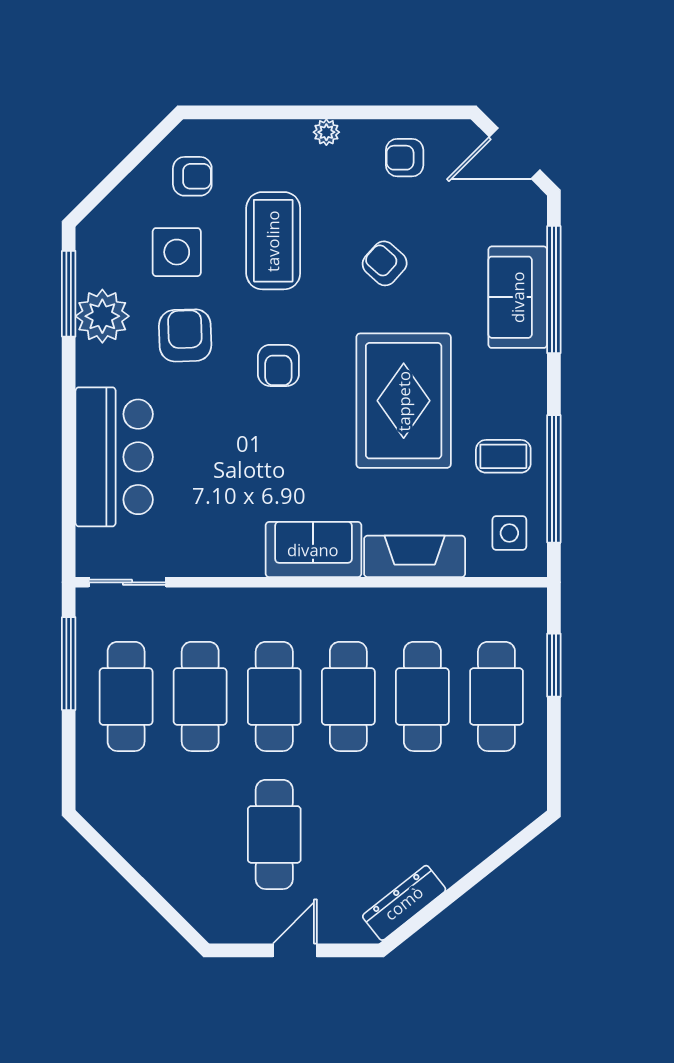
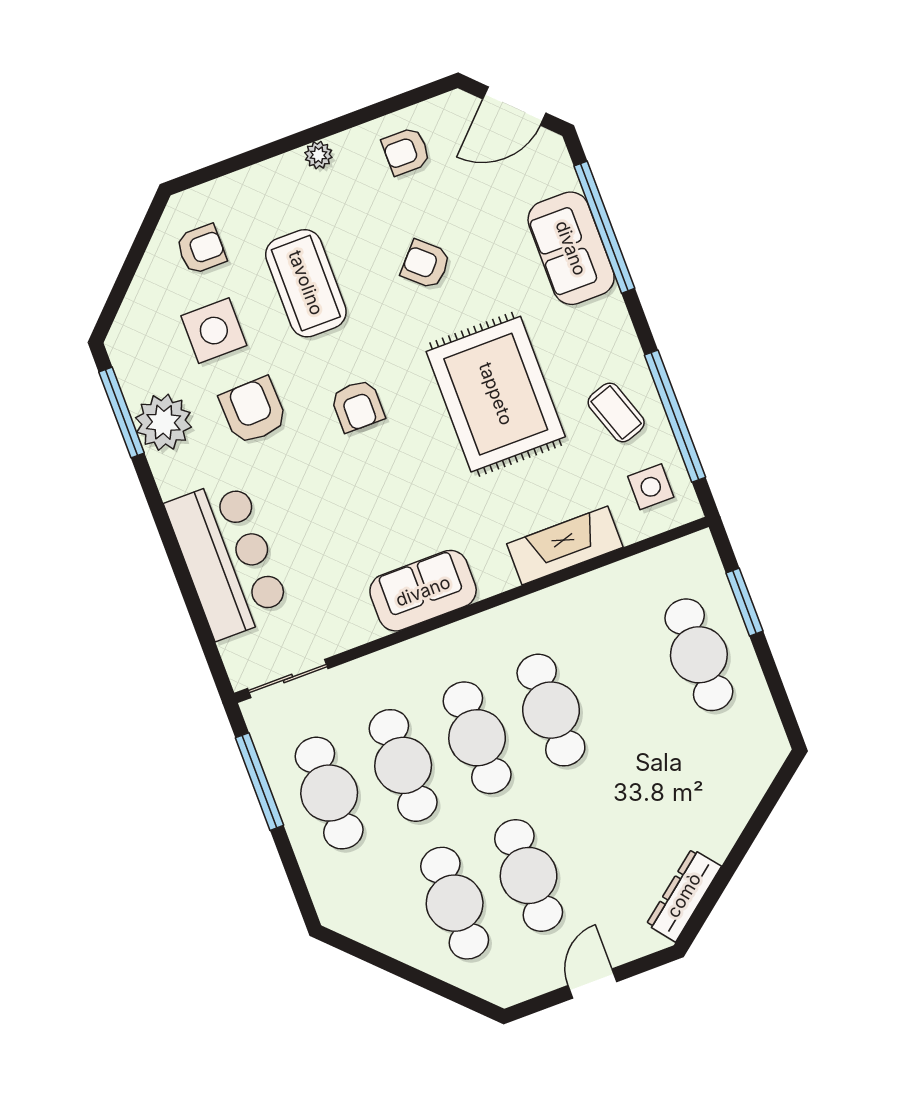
coffee table: (503, 456) -> (616, 412), turned 71
sofa: (313, 550) -> (423, 591), moved
cafe table: (422, 696) -> (455, 903), moved

